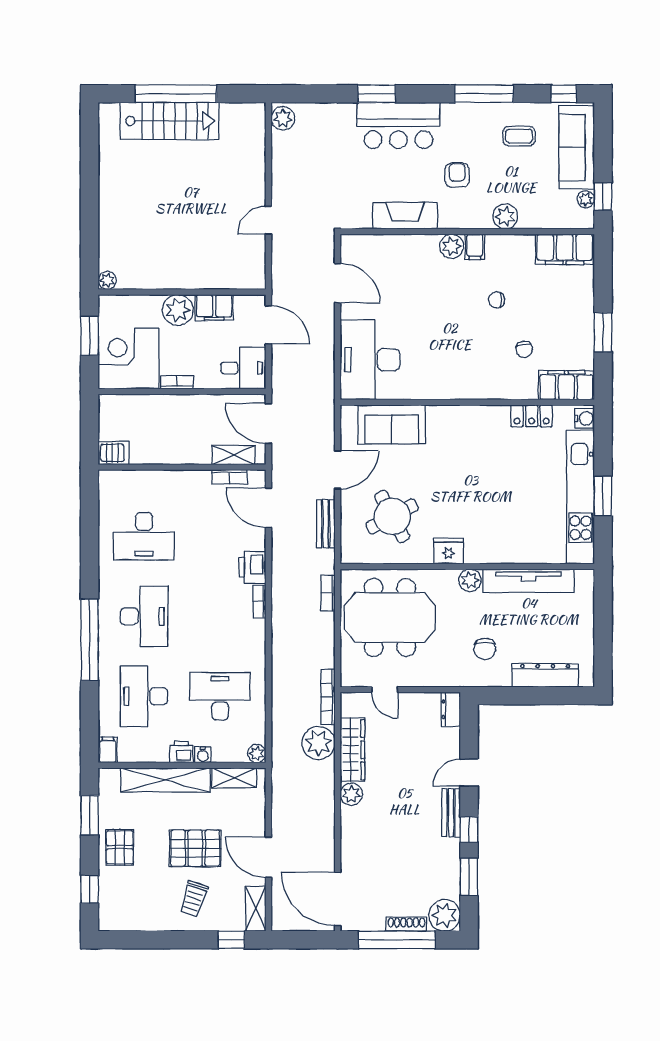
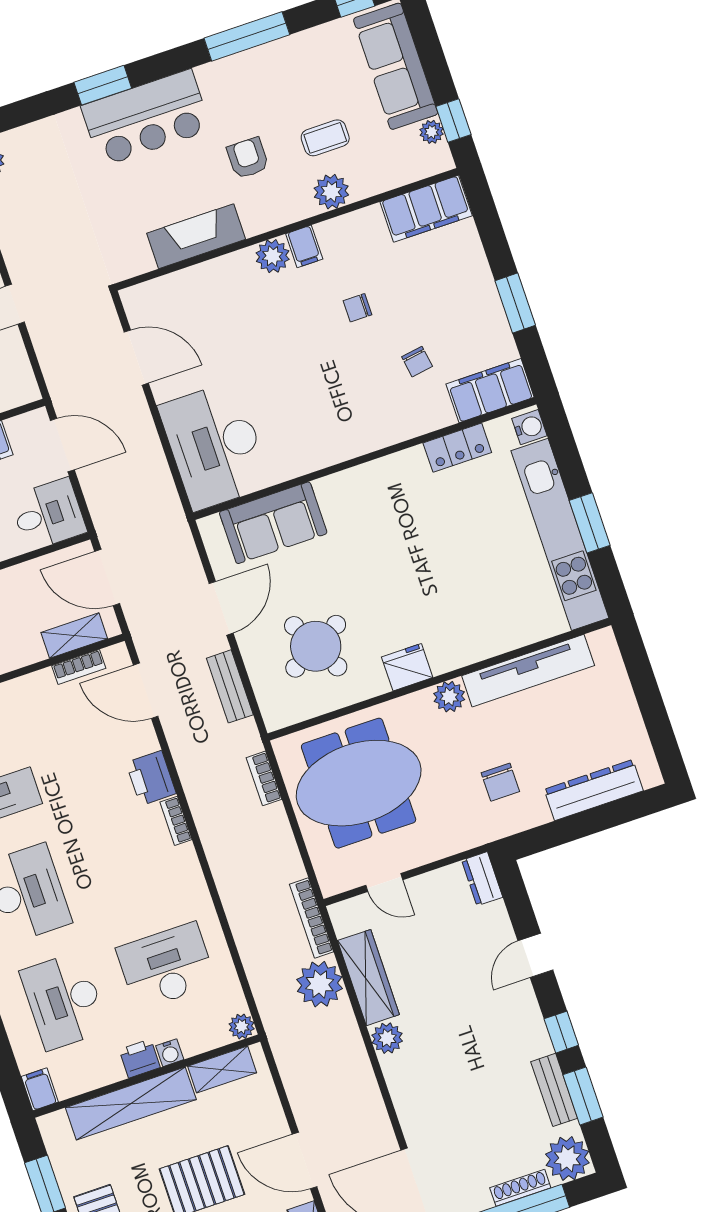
coffee table: (519, 136) -> (325, 138), moved
bench: (451, 813) -> (554, 1090), moved

